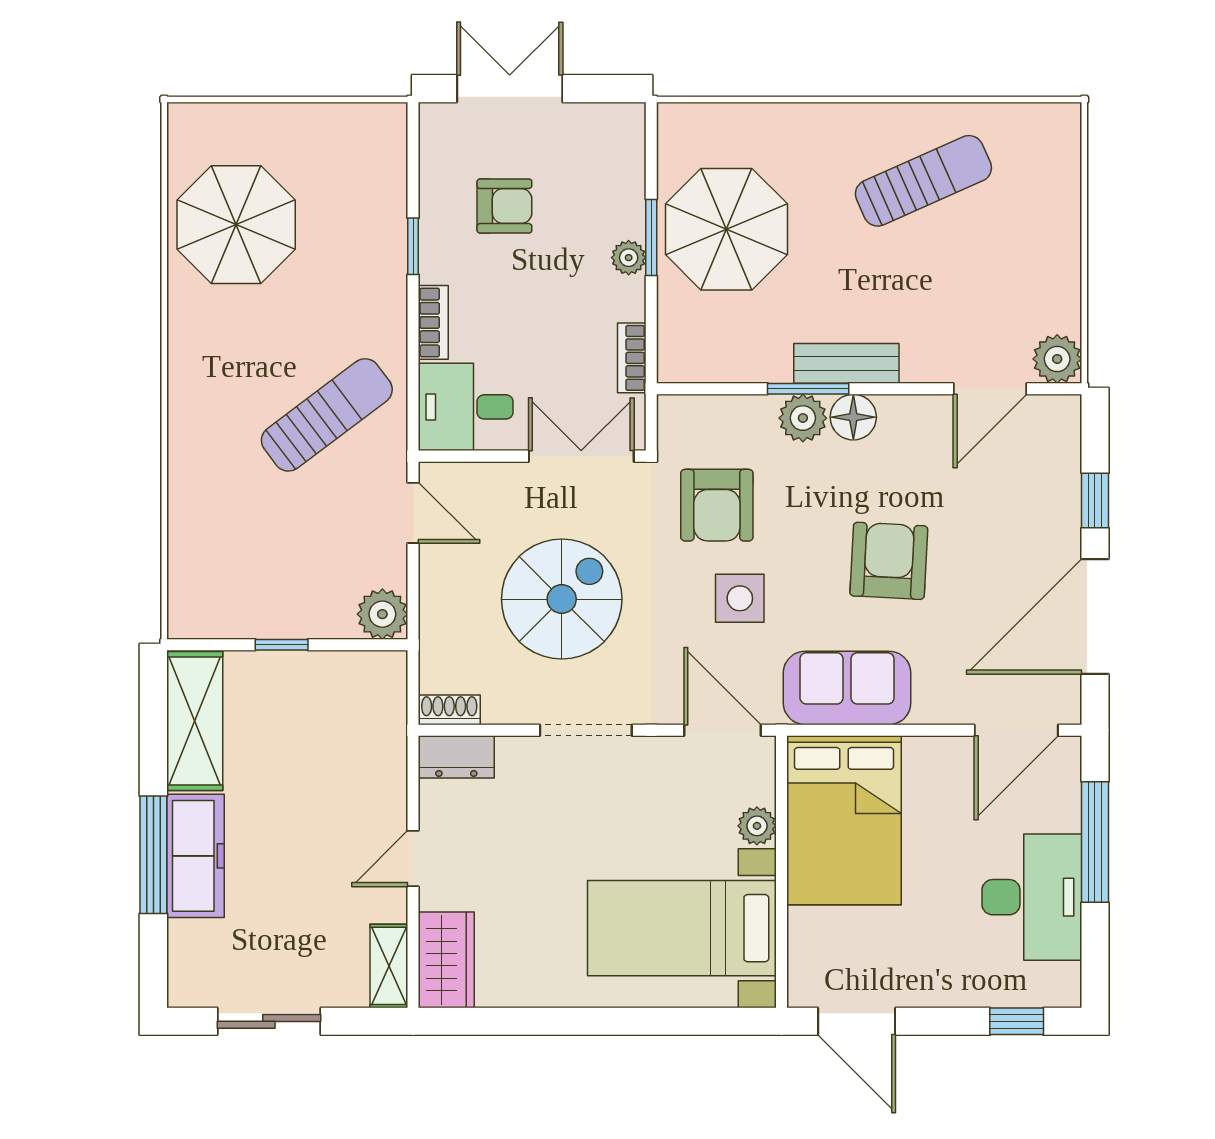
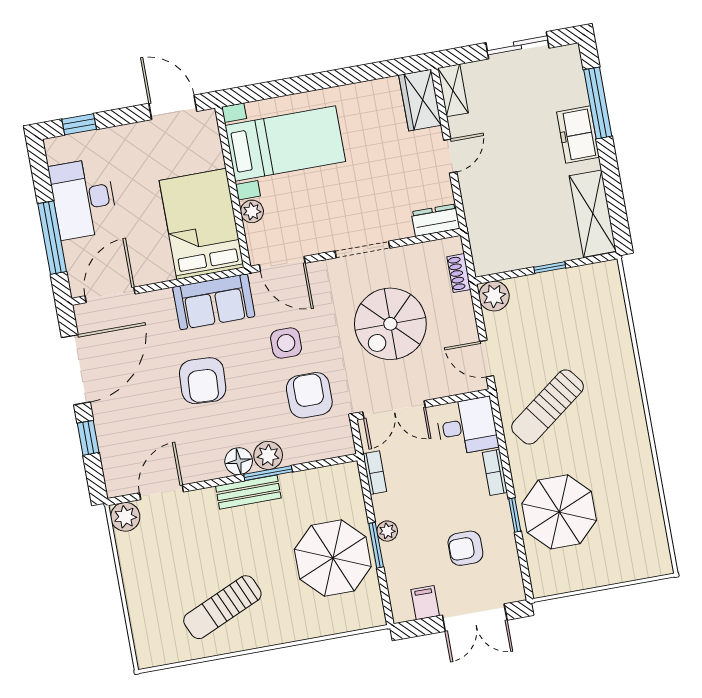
filing cabinet: (587, 128) -> (425, 603), added
parasol: (236, 225) -> (559, 512), moved
shoe rack: (449, 710) -> (459, 273), moved, turned 90
window: (153, 855) -> (598, 103), moved
freezer: (196, 856) -> (578, 135), width x0.71

